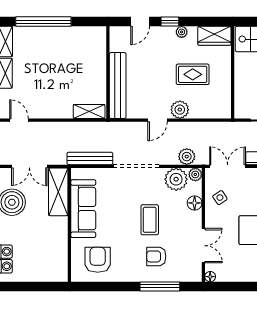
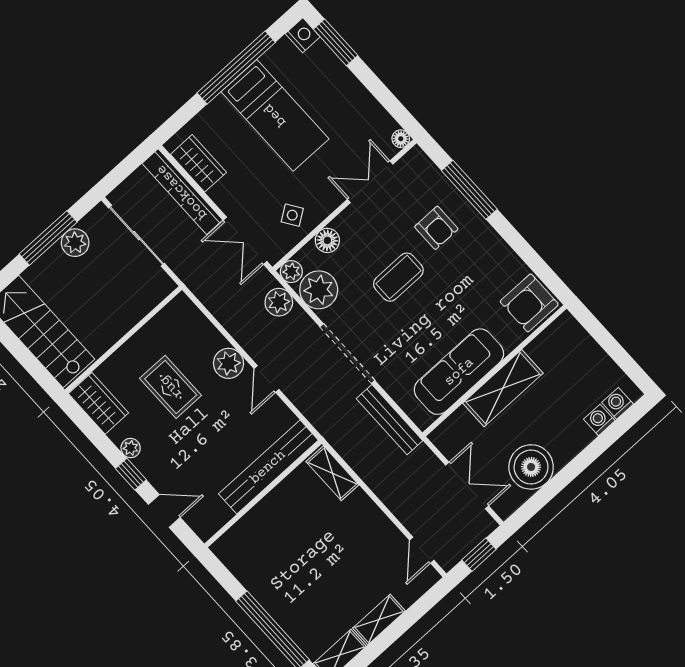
door: (158, 120) -> (266, 379), swing flipped
shelving: (58, 192) -> (503, 388), moved
armchair: (98, 260) -> (529, 303), moved

